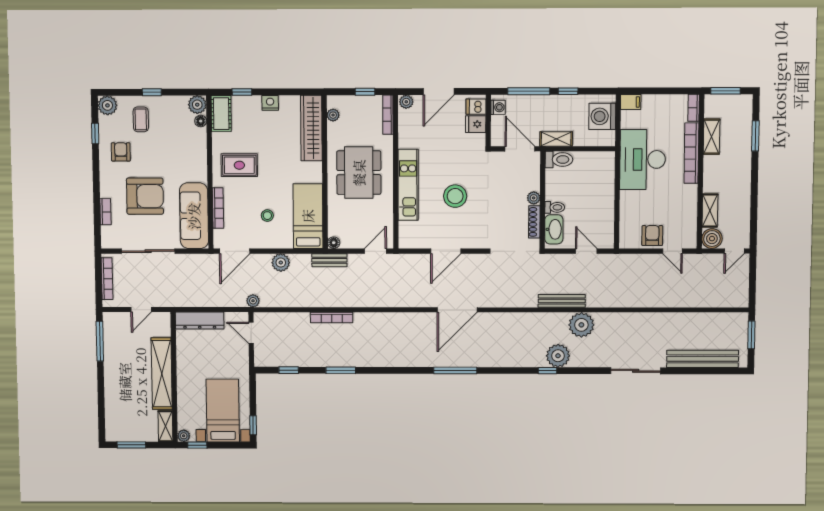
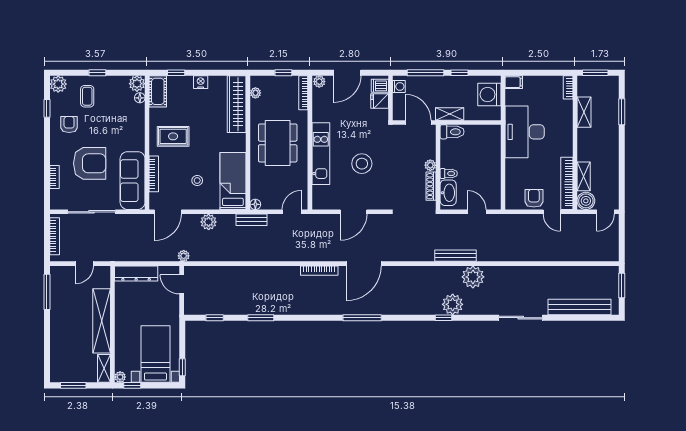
bookcase: (691, 153) -> (567, 183), moved
bookcase: (332, 317) -> (319, 271), moved

